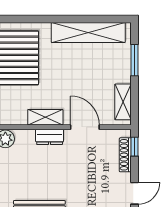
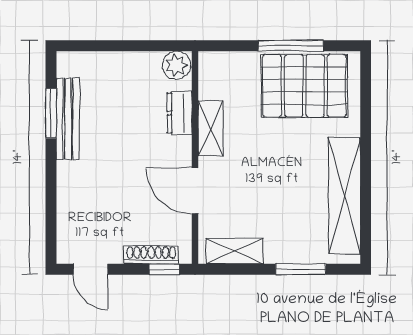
door: (85, 127) -> (195, 191), swing flipped
dresser: (50, 137) -> (179, 113), moved

